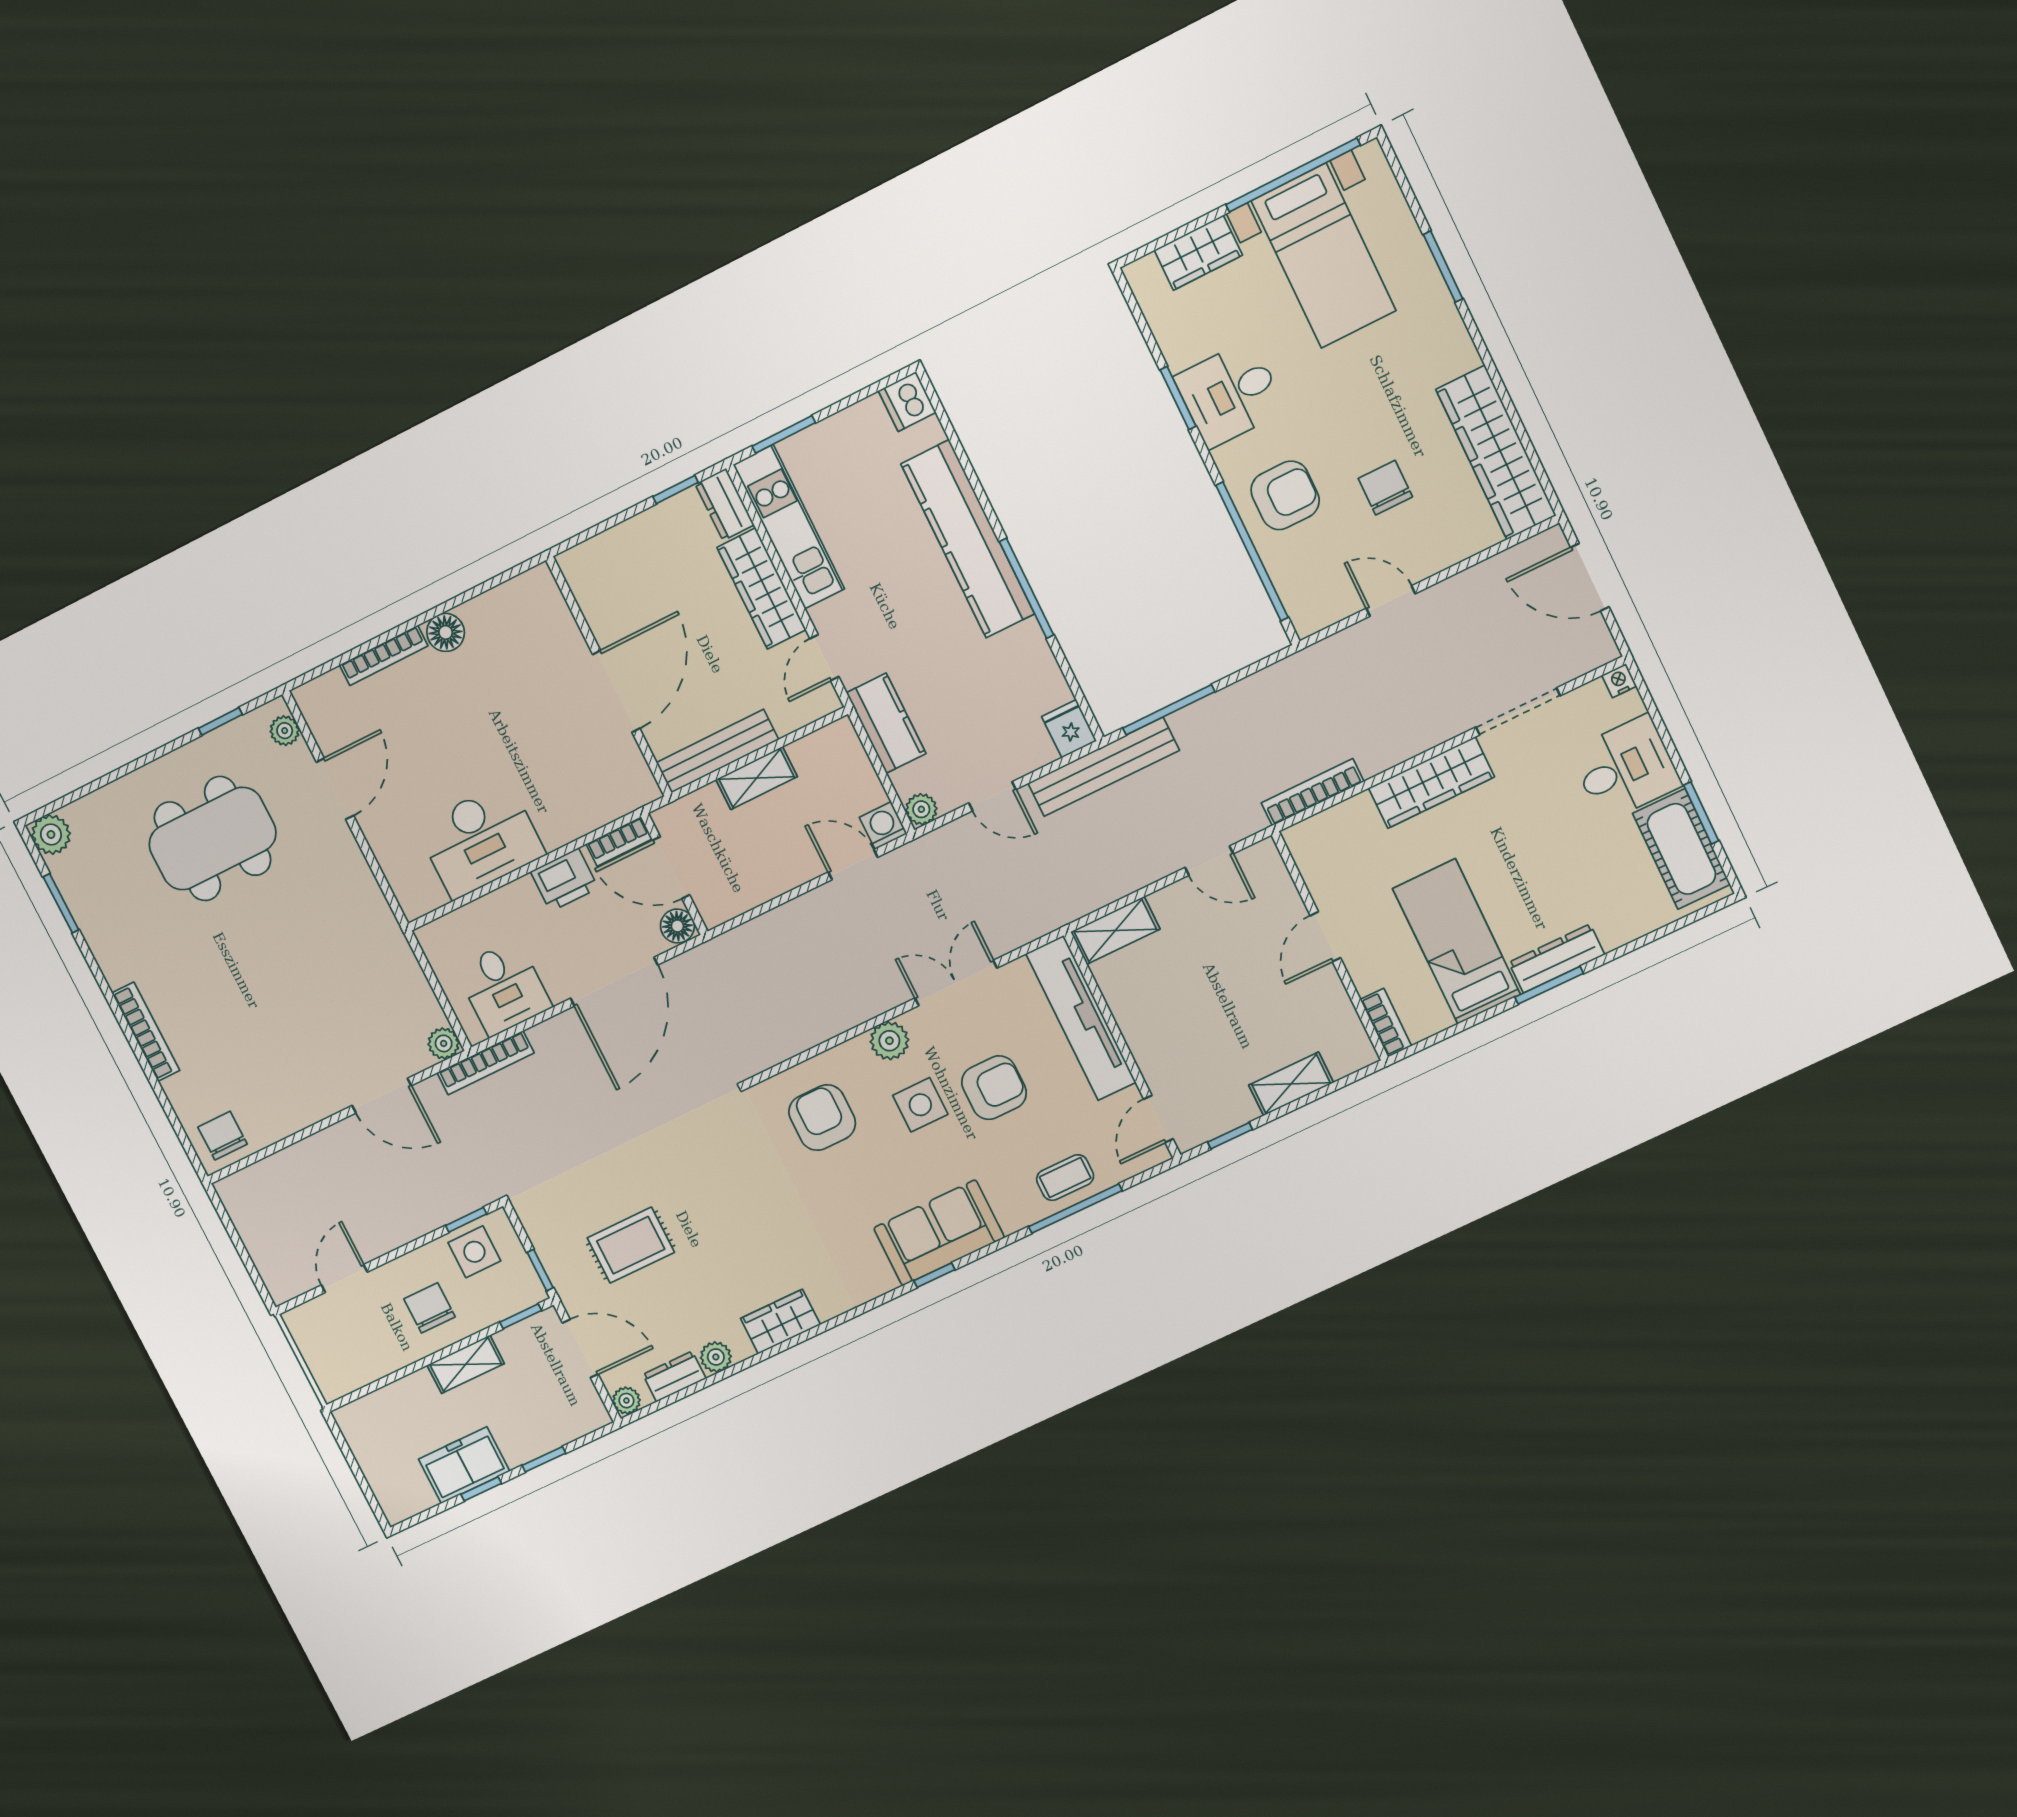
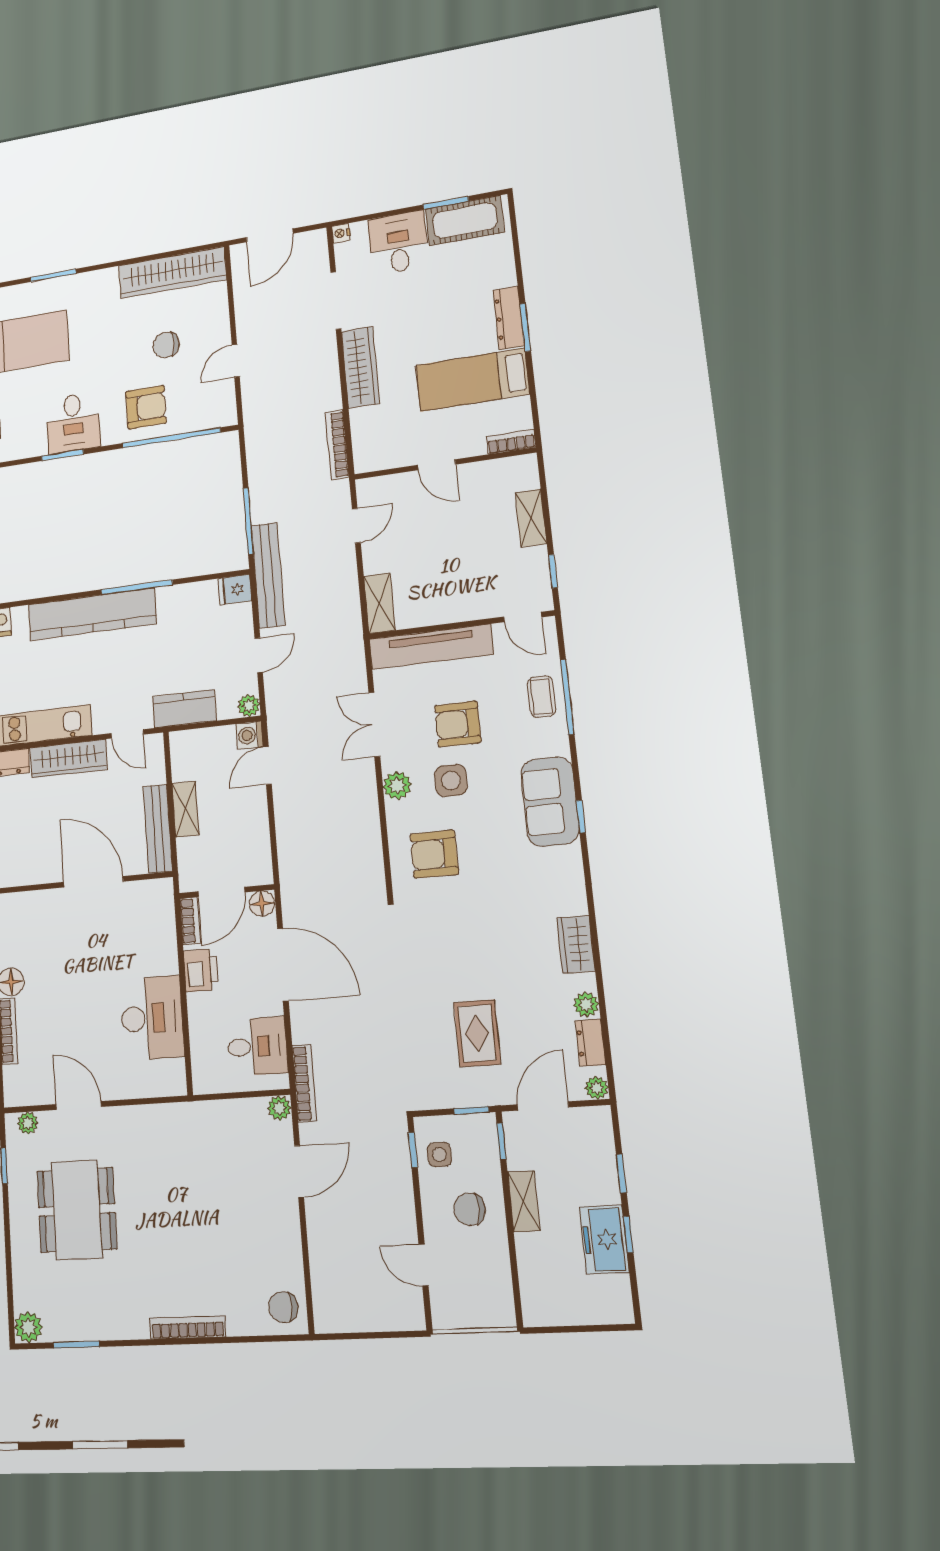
armchair: (1285, 495) -> (146, 407), turned 90
armchair: (994, 1088) -> (458, 724), turned -90
side table: (474, 1252) -> (439, 1155), width x0.73, depth x0.73

